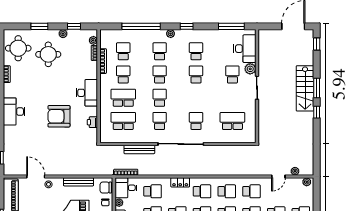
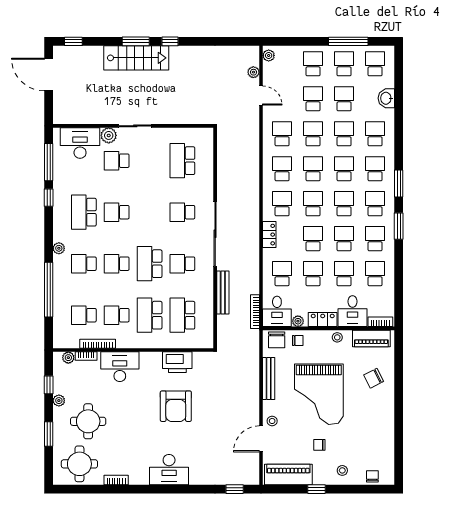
window: (187, 26) -> (49, 198), moved
school desk: (196, 51) -> (84, 212), width x1.85
desk: (87, 93) -> (120, 367), moved
school desk: (160, 98) -> (150, 264), width x1.85
printer: (92, 122) -> (177, 362), width x1.87, depth x1.48

